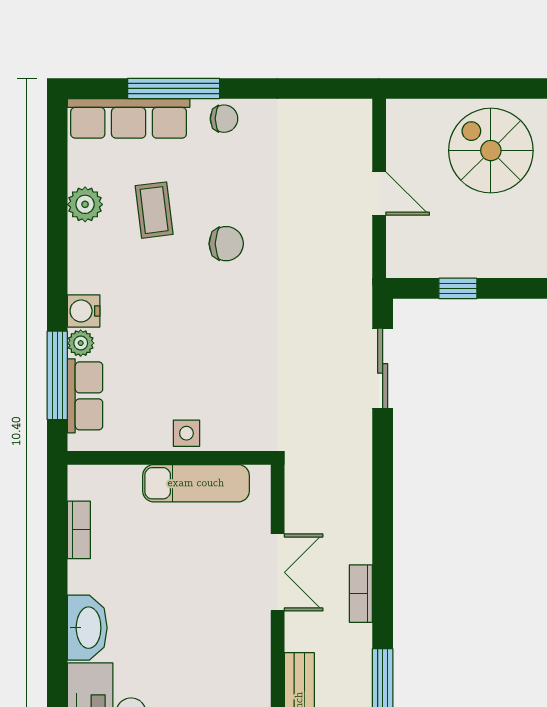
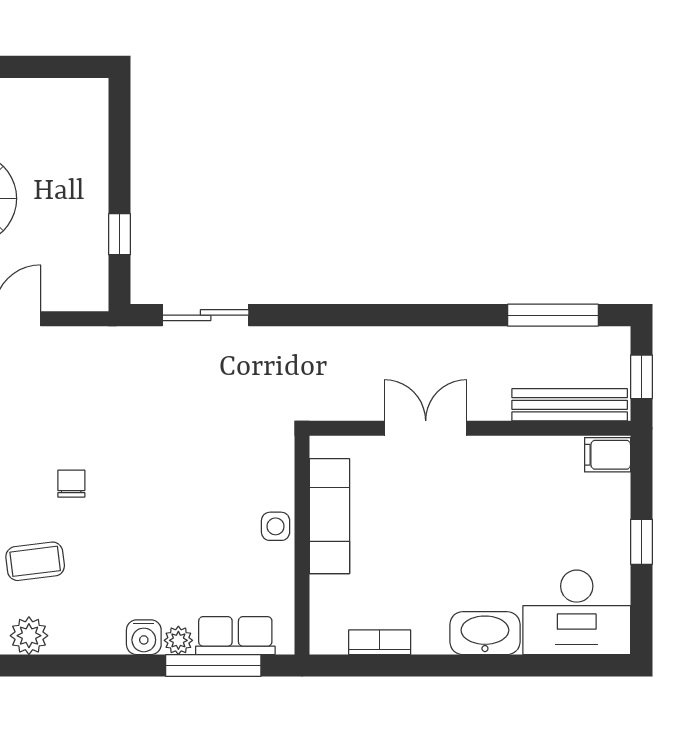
chair: (226, 244) -> (71, 484), width x0.73, depth x0.73
bookcase: (361, 594) -> (448, 338), removed

